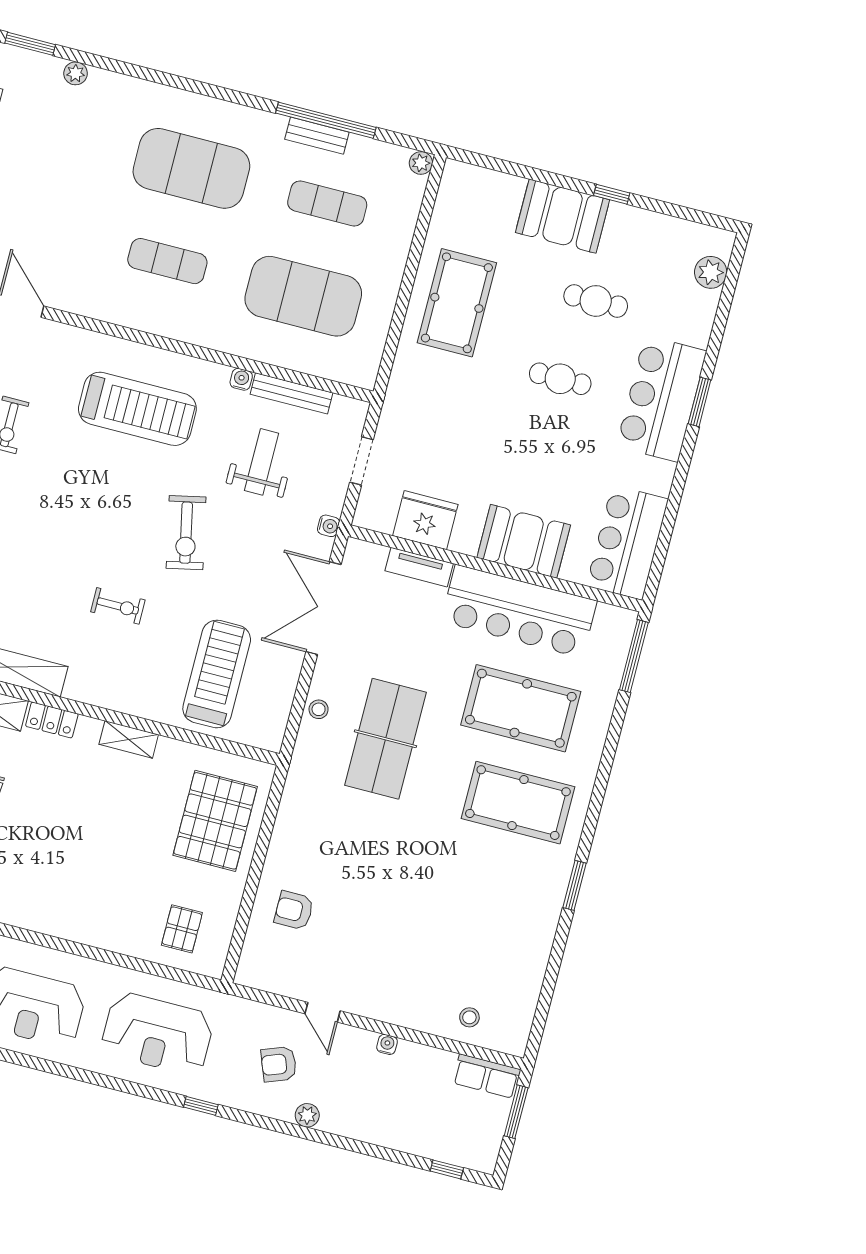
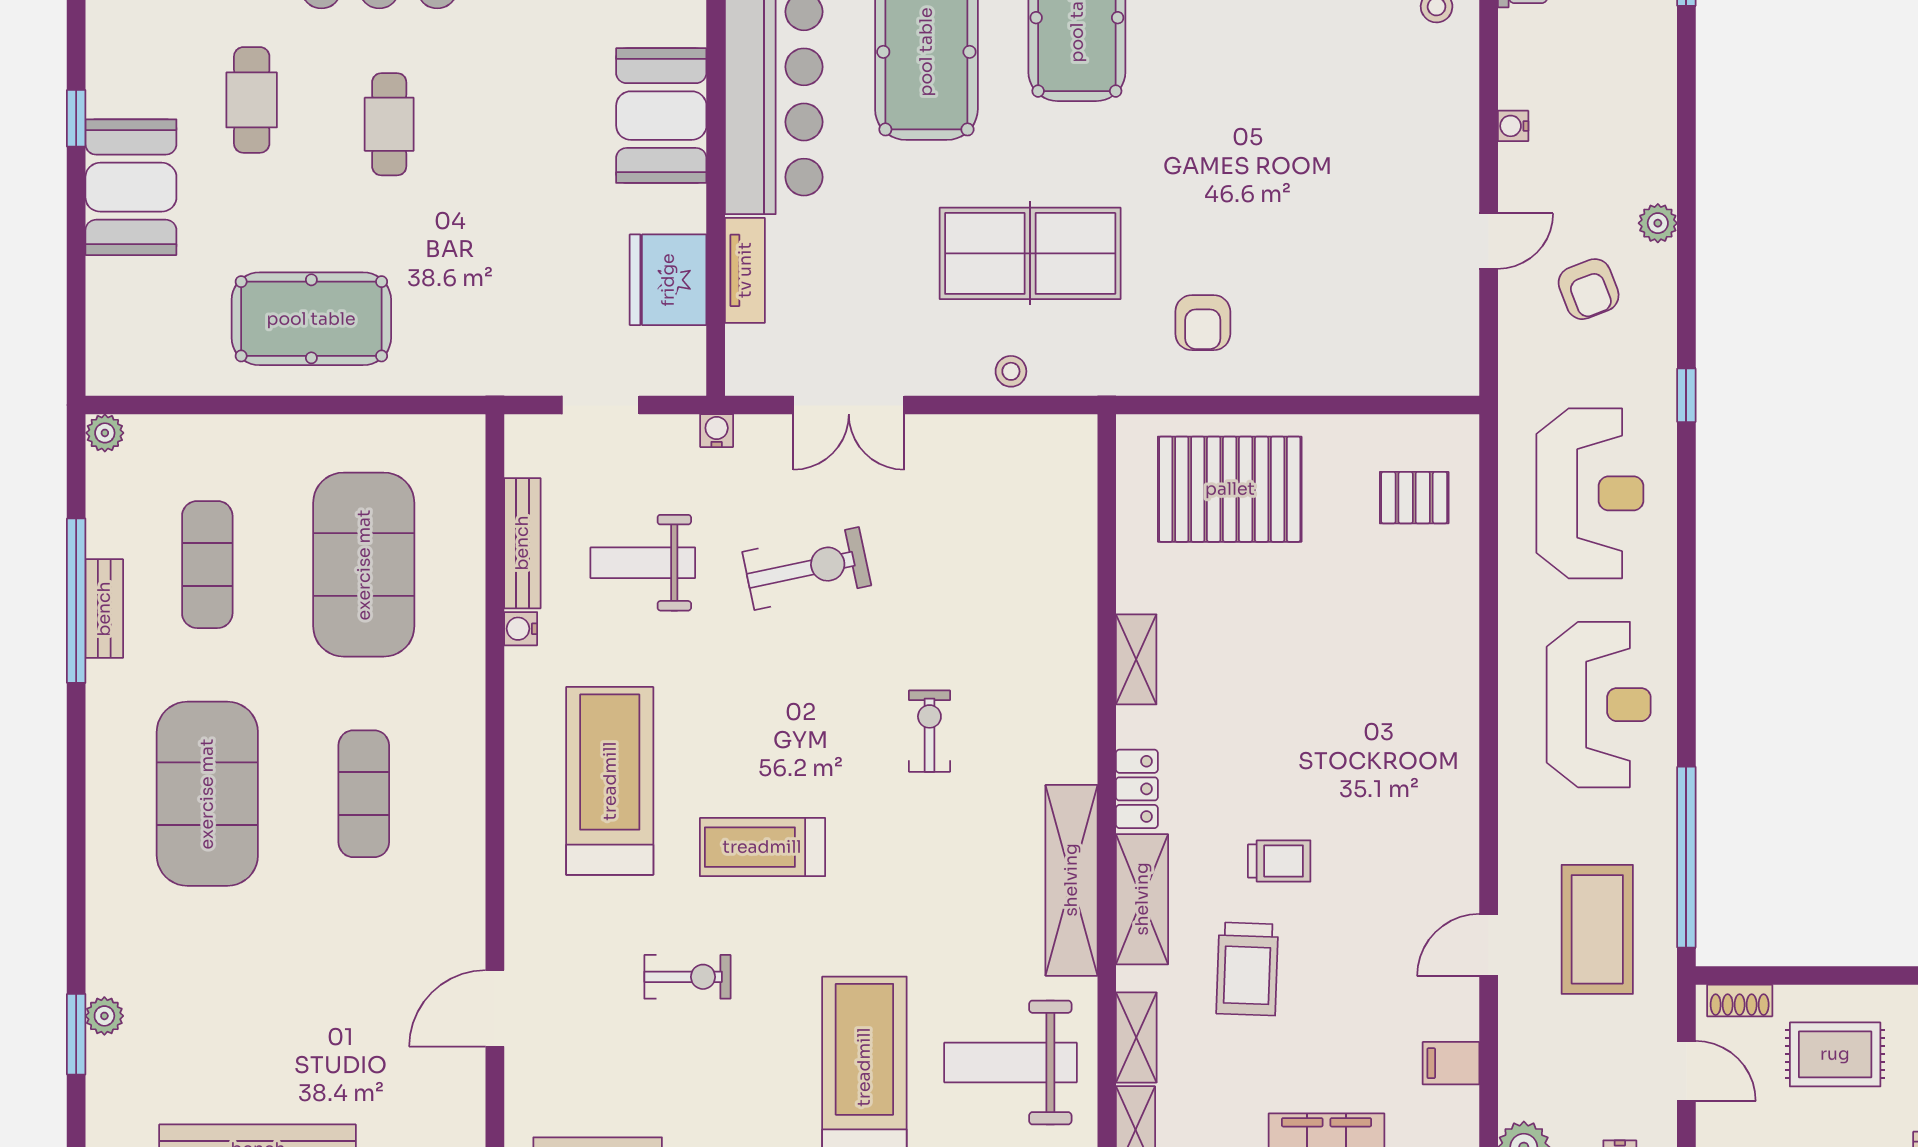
window: (30, 44) -> (76, 1034), moved
exercise bike: (186, 533) -> (807, 569), moved
double door: (323, 608) -> (849, 405), width x0.73
treadmill: (217, 674) -> (762, 847), moved, width x0.73, depth x0.73
armchair: (294, 910) -> (1203, 323), moved

